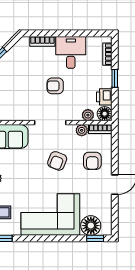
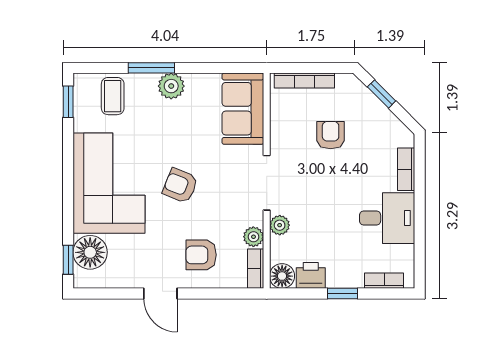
armchair: (55, 86) -> (331, 135), moved
plant: (88, 115) -> (280, 225), moved
armchair: (57, 161) -> (180, 186), moved

